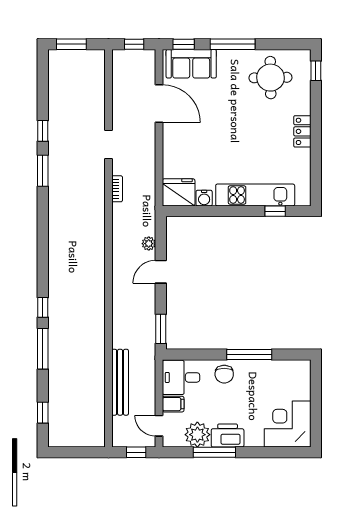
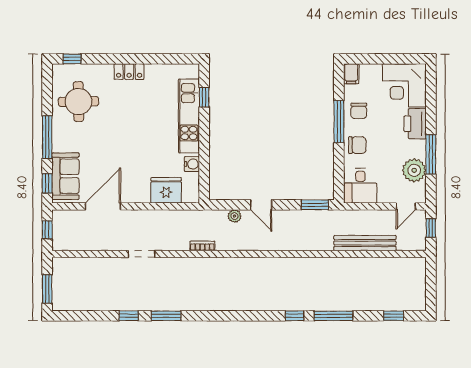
bookcase: (117, 189) -> (202, 246), moved
fridge: (179, 192) -> (166, 190), moved, turned 90
chair: (261, 376) -> (359, 111), added
filing cabinet: (173, 404) -> (351, 74), moved, turned 180
printer: (228, 436) -> (415, 124), moved

